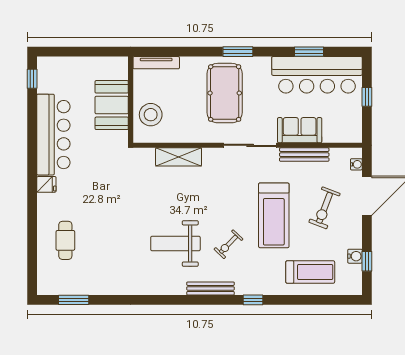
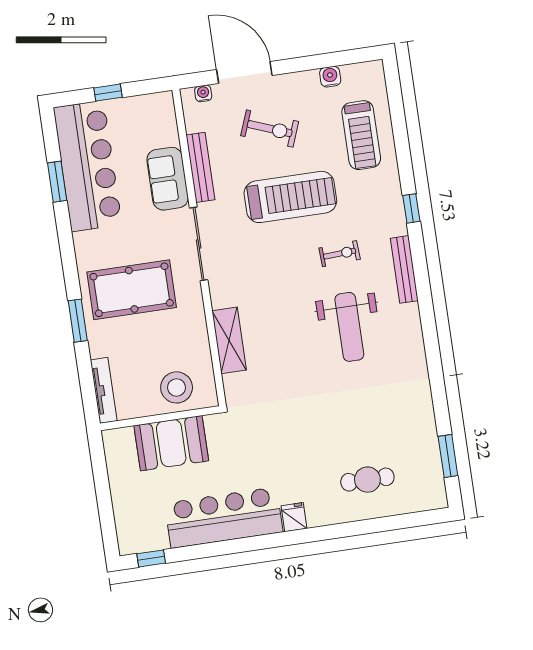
window: (238, 52) -> (78, 321), moved
exercise bike: (228, 244) -> (340, 254), turned -47
window: (367, 261) -> (335, 59), removed
treadmill: (310, 272) -> (361, 135), turned 180

